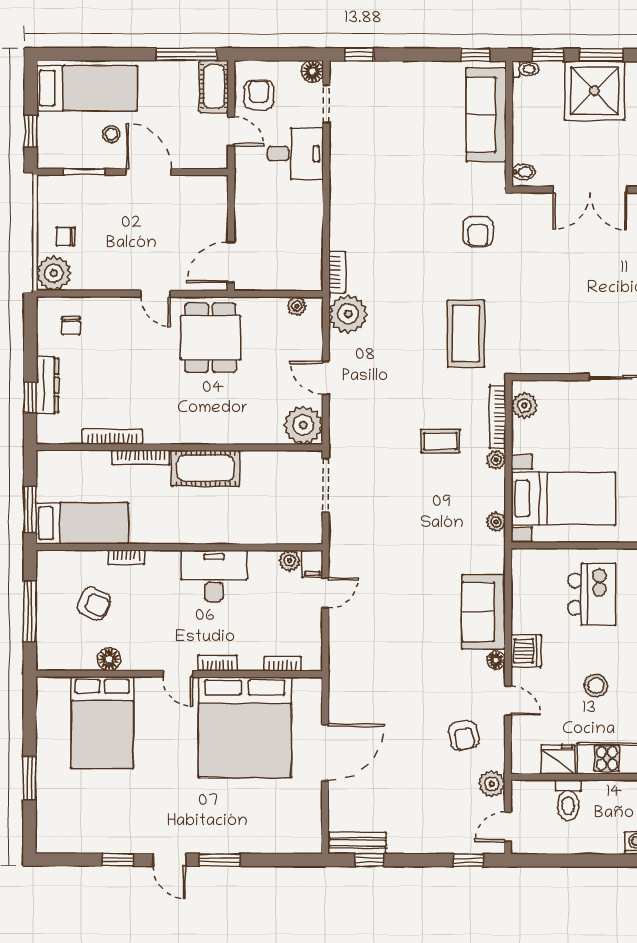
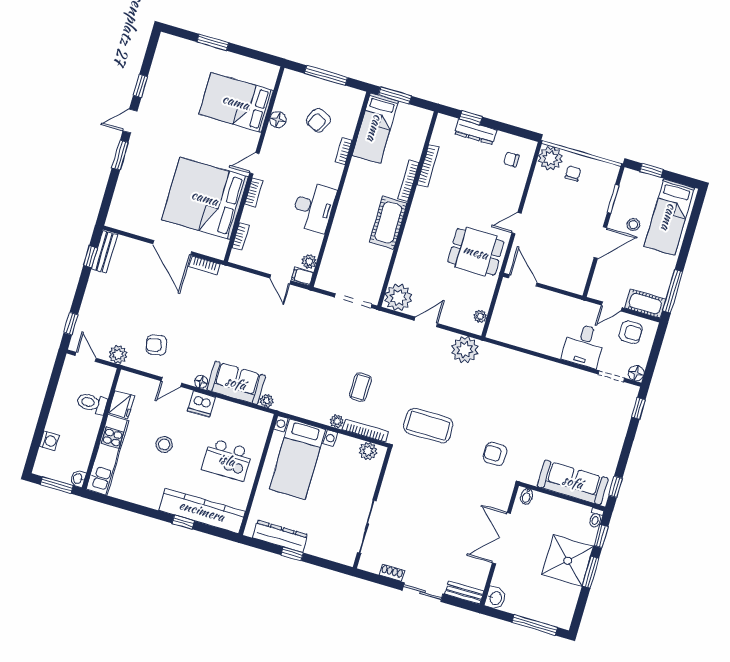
bookcase: (337, 272) -> (204, 265), moved
plant: (496, 522) -> (267, 401), moved

